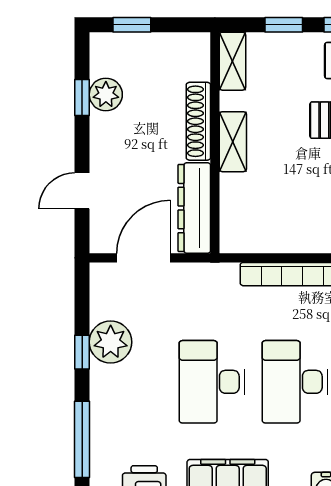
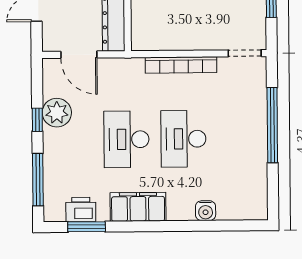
door: (143, 258) -> (79, 55), swing flipped

